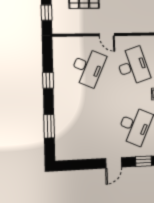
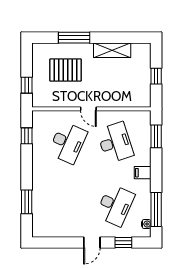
window: (48, 80) -> (27, 136), moved

